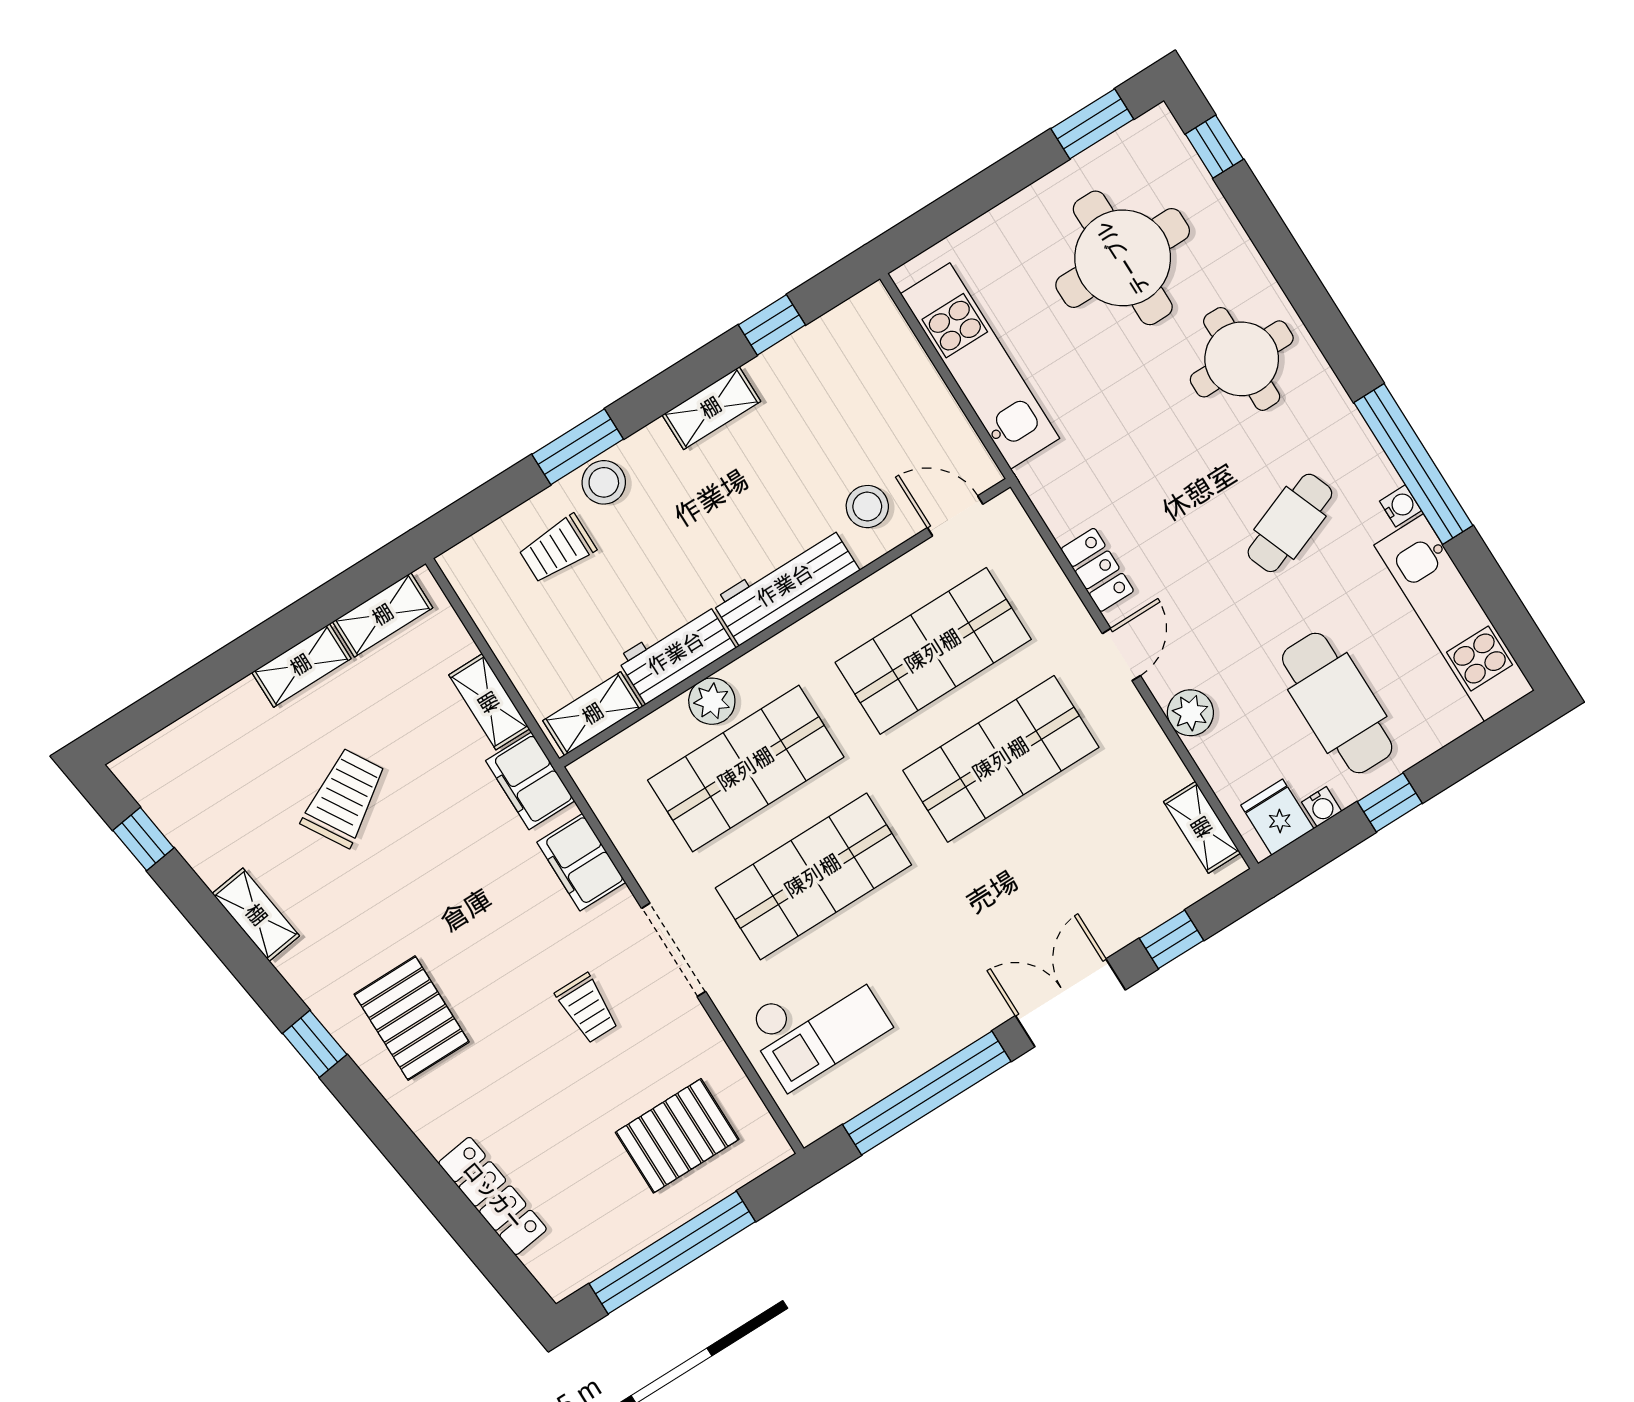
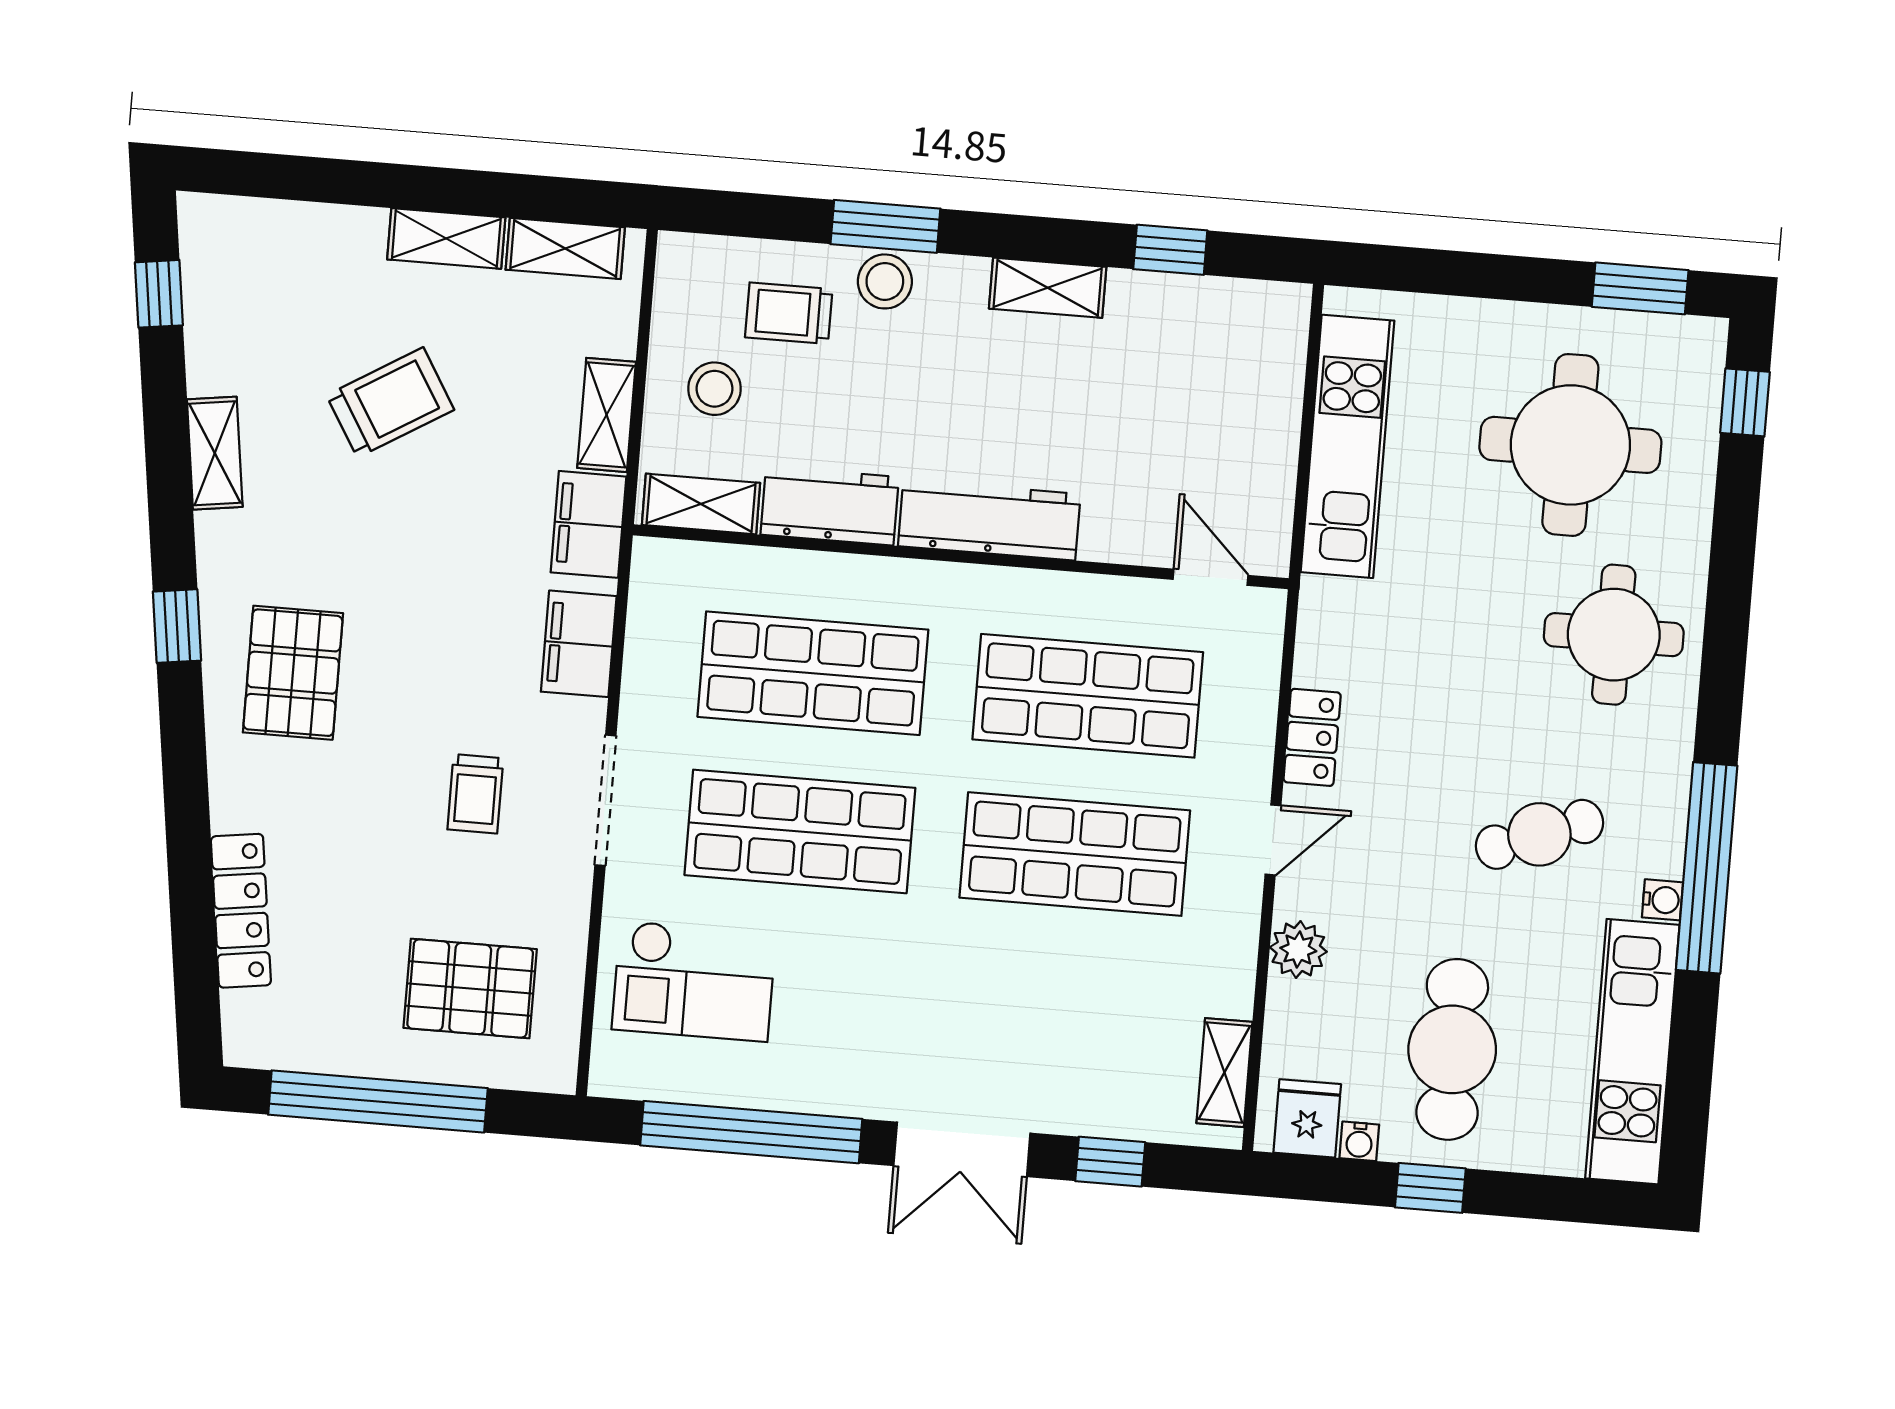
stool: (867, 507) -> (714, 389), moved
plant: (712, 701) -> (829, 581), removed
double door: (1070, 1003) -> (962, 1149), swing flipped

